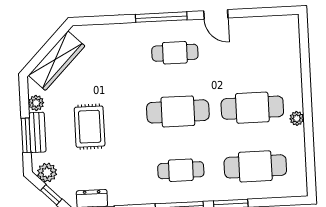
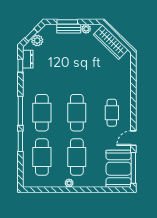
window: (161, 17) -> (133, 168), moved
booth: (269, 37) -> (119, 169), added
rug: (90, 127) -> (70, 60), removed
cafe table: (181, 170) -> (42, 113), width x1.37, depth x1.35
plant: (47, 173) -> (37, 41), moved

